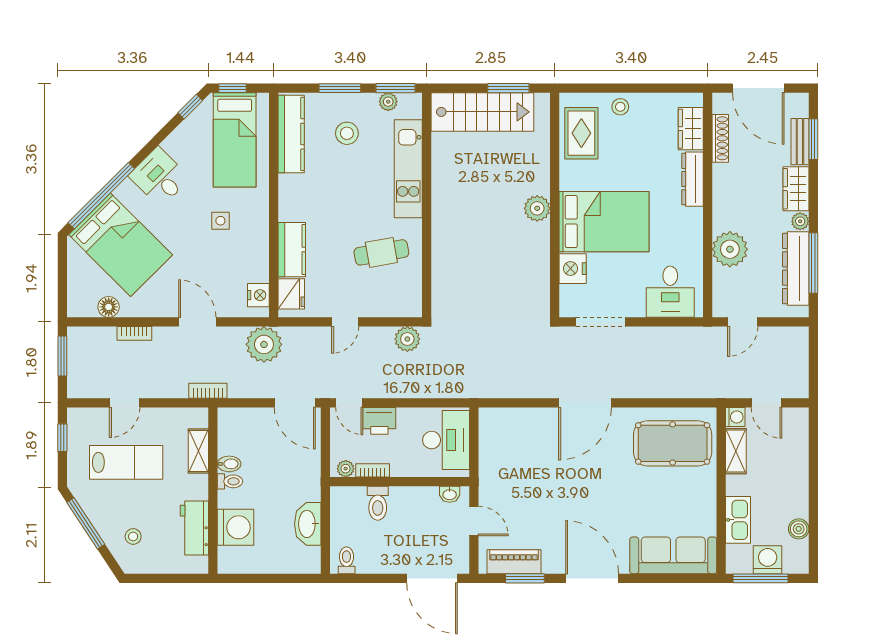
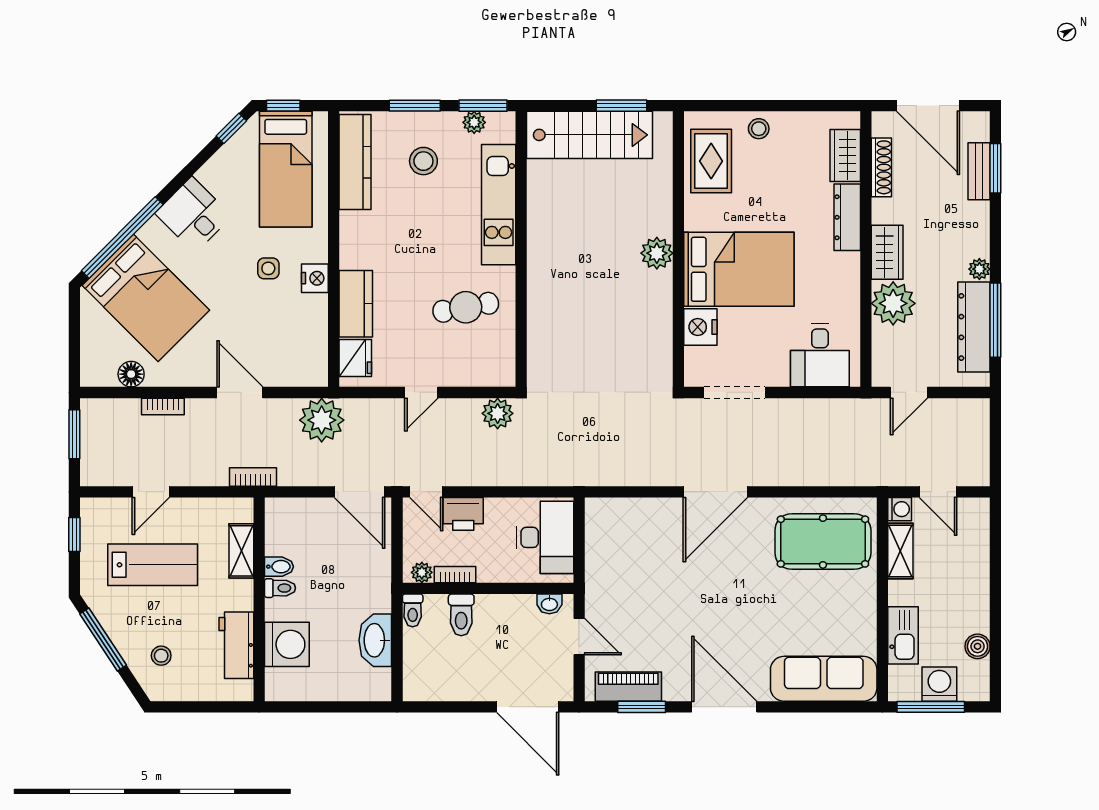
wardrobe: (796, 189) -> (887, 252), moved, turned 180
nightstand: (258, 295) -> (315, 278), moved
toilet: (347, 560) -> (413, 610), moved, turned 180

